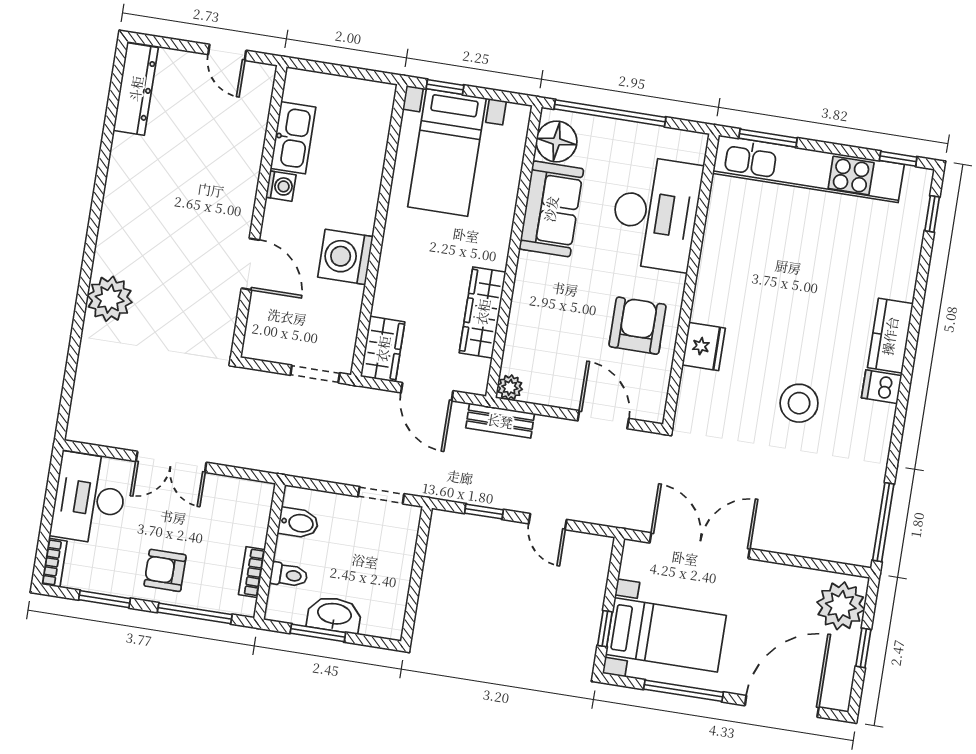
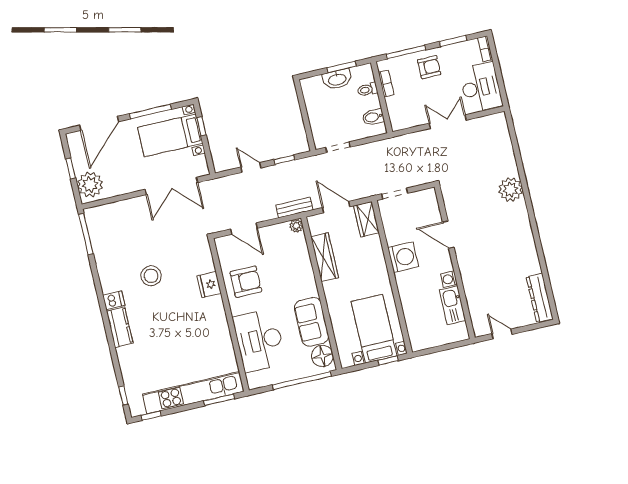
armchair: (638, 326) -> (246, 282), turned -90

